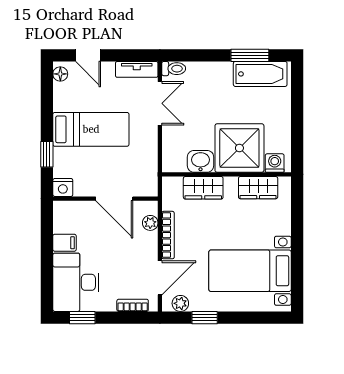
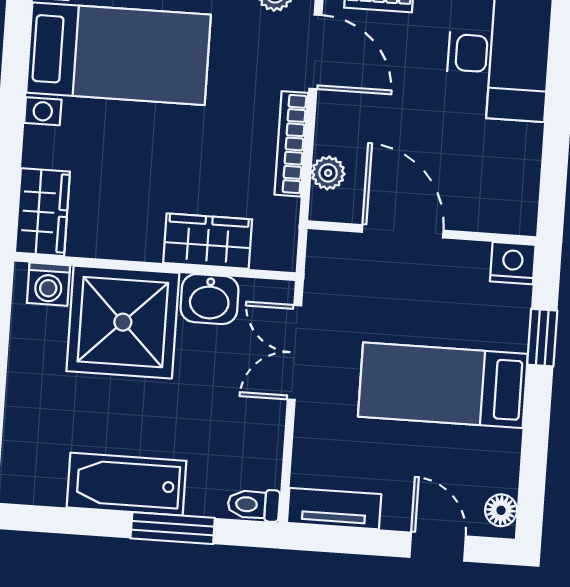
window: (250, 55) -> (173, 528), moved
bathtub: (260, 74) -> (127, 484), moved
double door: (160, 103) -> (294, 352), moved
wardrobe: (258, 188) -> (42, 212), moved, turned 90
filing cabinet: (64, 243) -> (517, 143), removed
door: (160, 278) -> (315, 52), swing flipped

